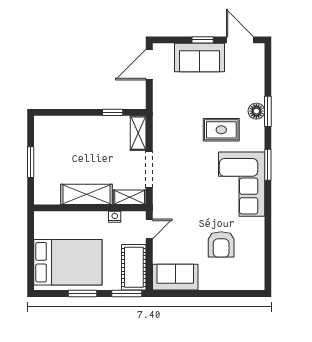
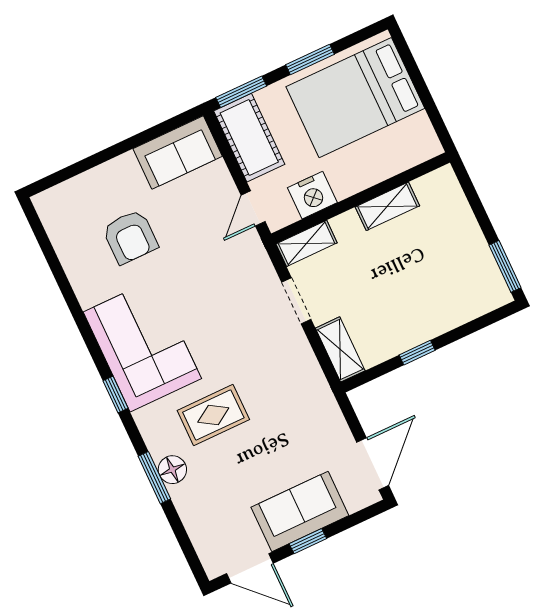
window: (113, 112) -> (417, 353), moved
window: (31, 162) -> (505, 266), moved
window: (268, 165) -> (116, 395), width x0.67
doorway: (149, 170) -> (296, 301), width x0.73
shelving: (86, 194) -> (387, 206), width x0.67, depth x0.75
nightstand: (115, 217) -> (312, 195), width x1.89, depth x1.79
armchair: (221, 244) -> (130, 237), turned 180

